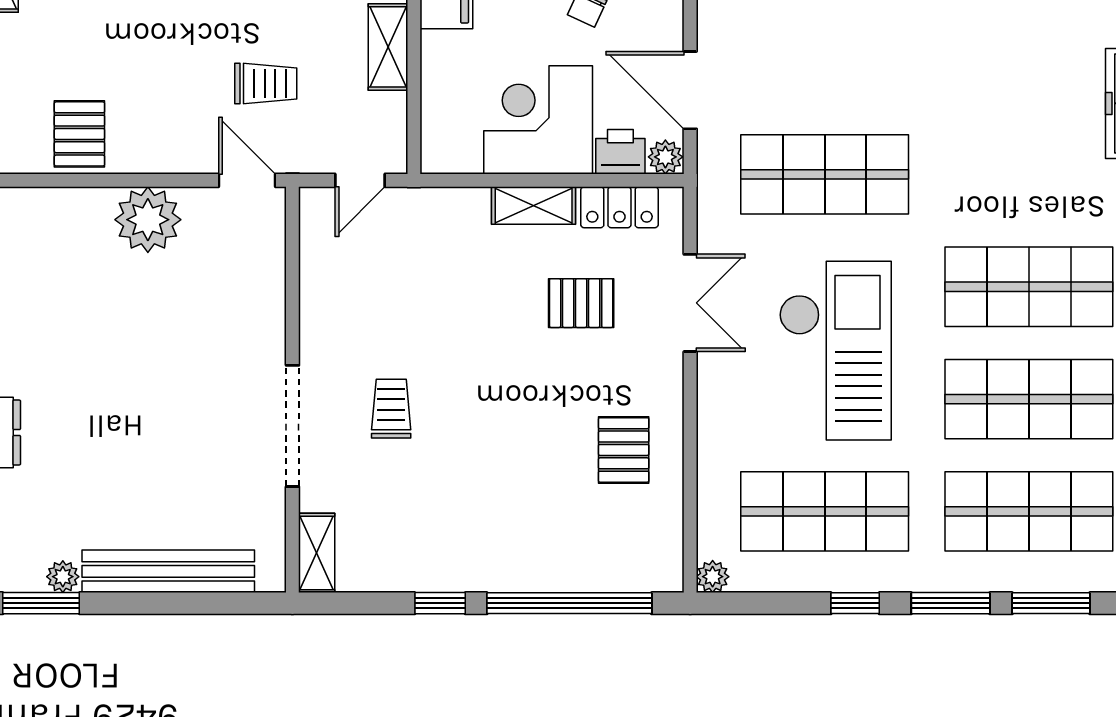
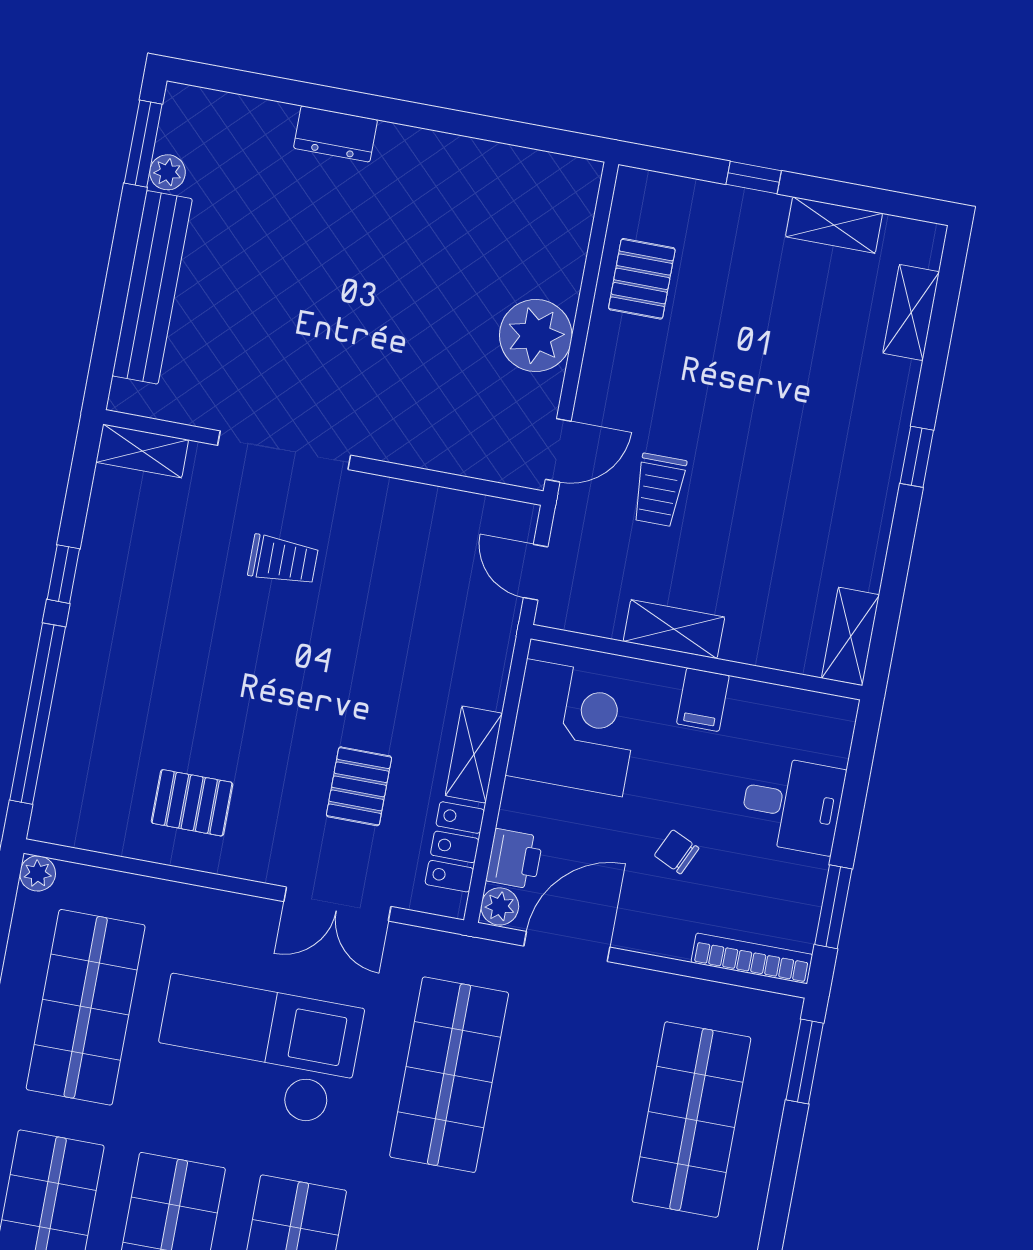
corner desk: (538, 120) -> (574, 728), moved
pallet: (79, 134) -> (642, 279), turned 90
checkout: (835, 351) -> (257, 1051), turned 180

